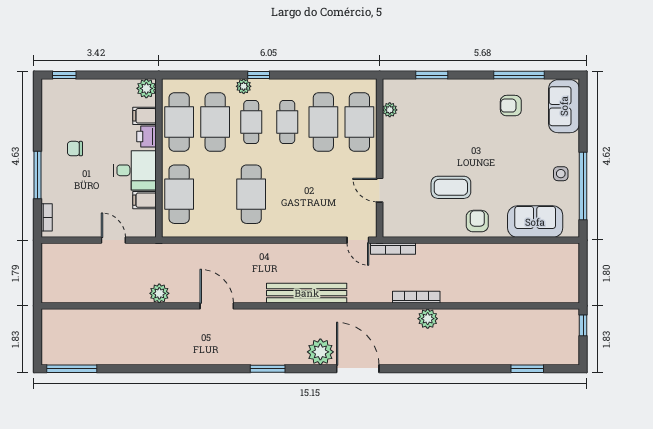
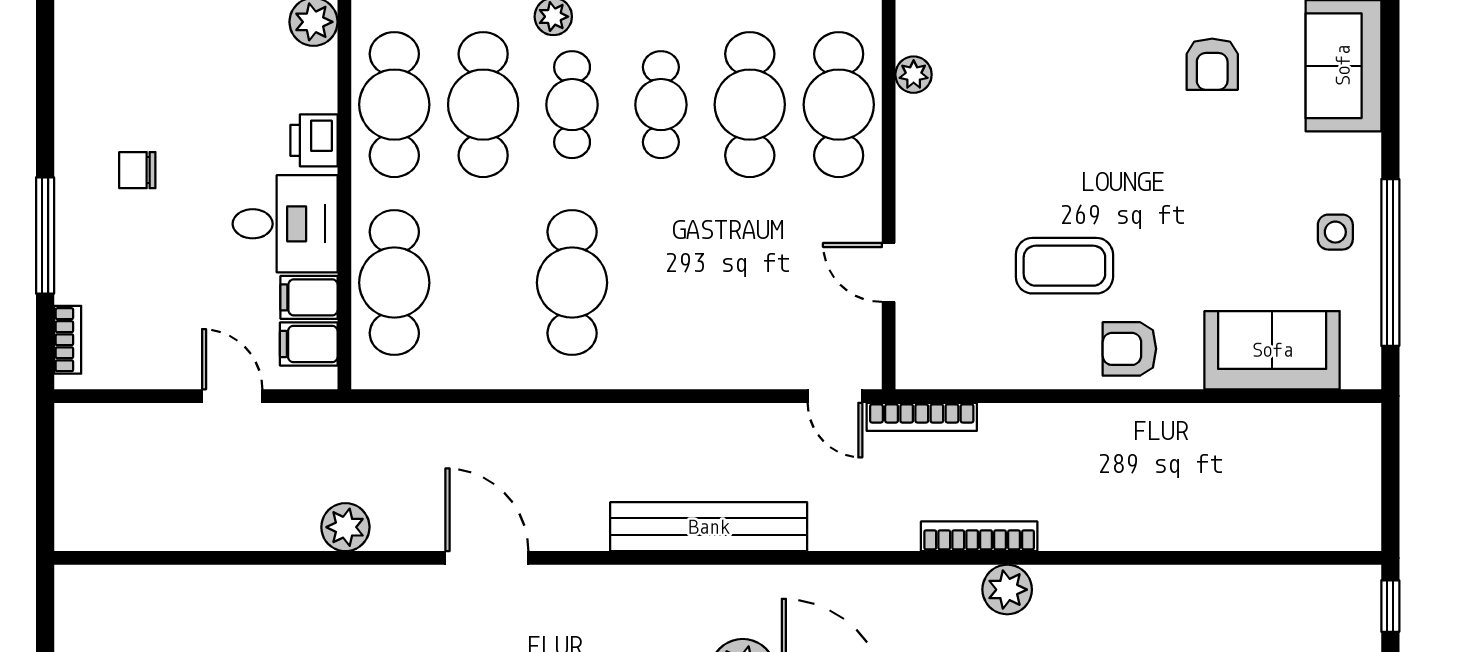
armchair: (511, 106) -> (1212, 64), turned -90
filing cabinet: (144, 116) -> (309, 344), moved
armchair: (477, 221) -> (1129, 349), turned -90

